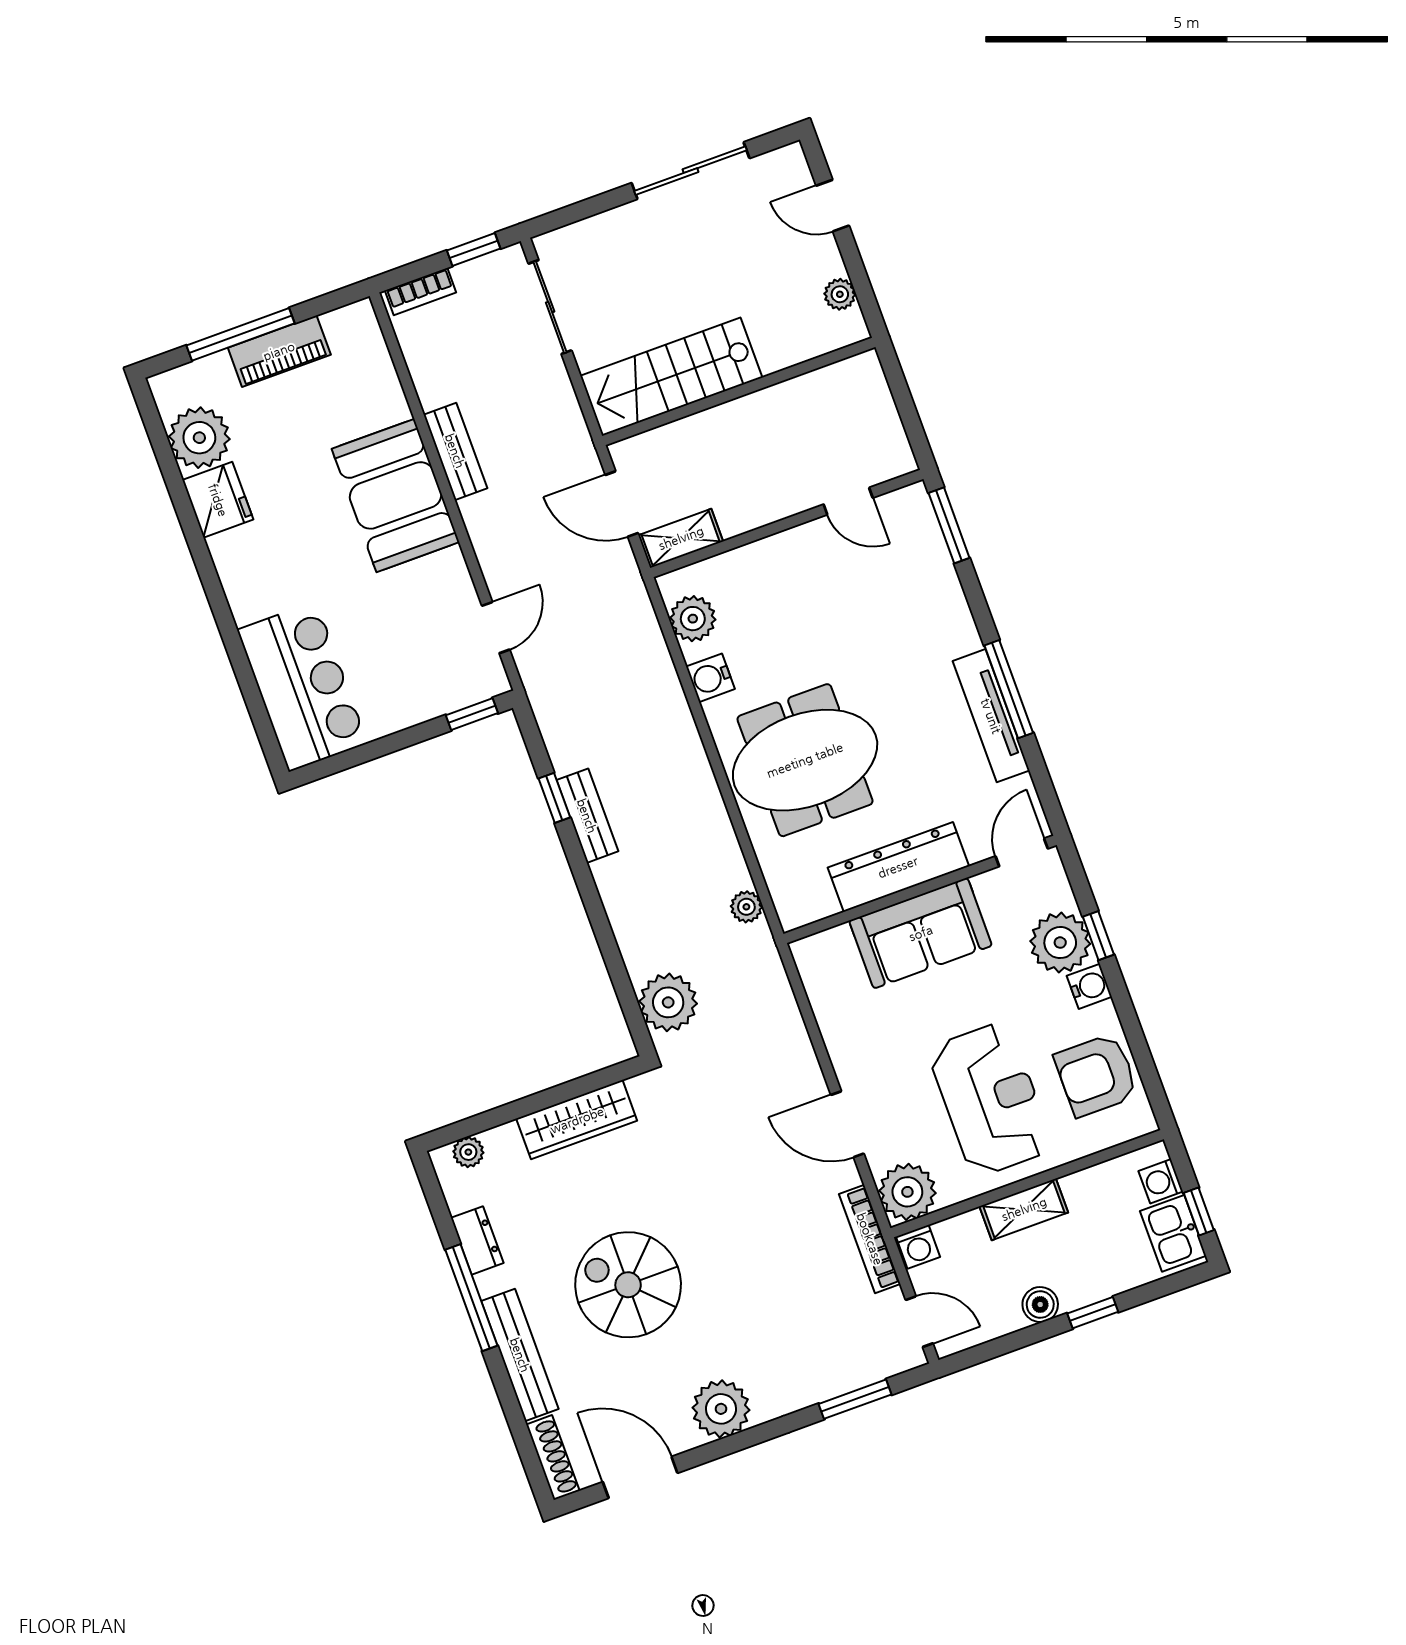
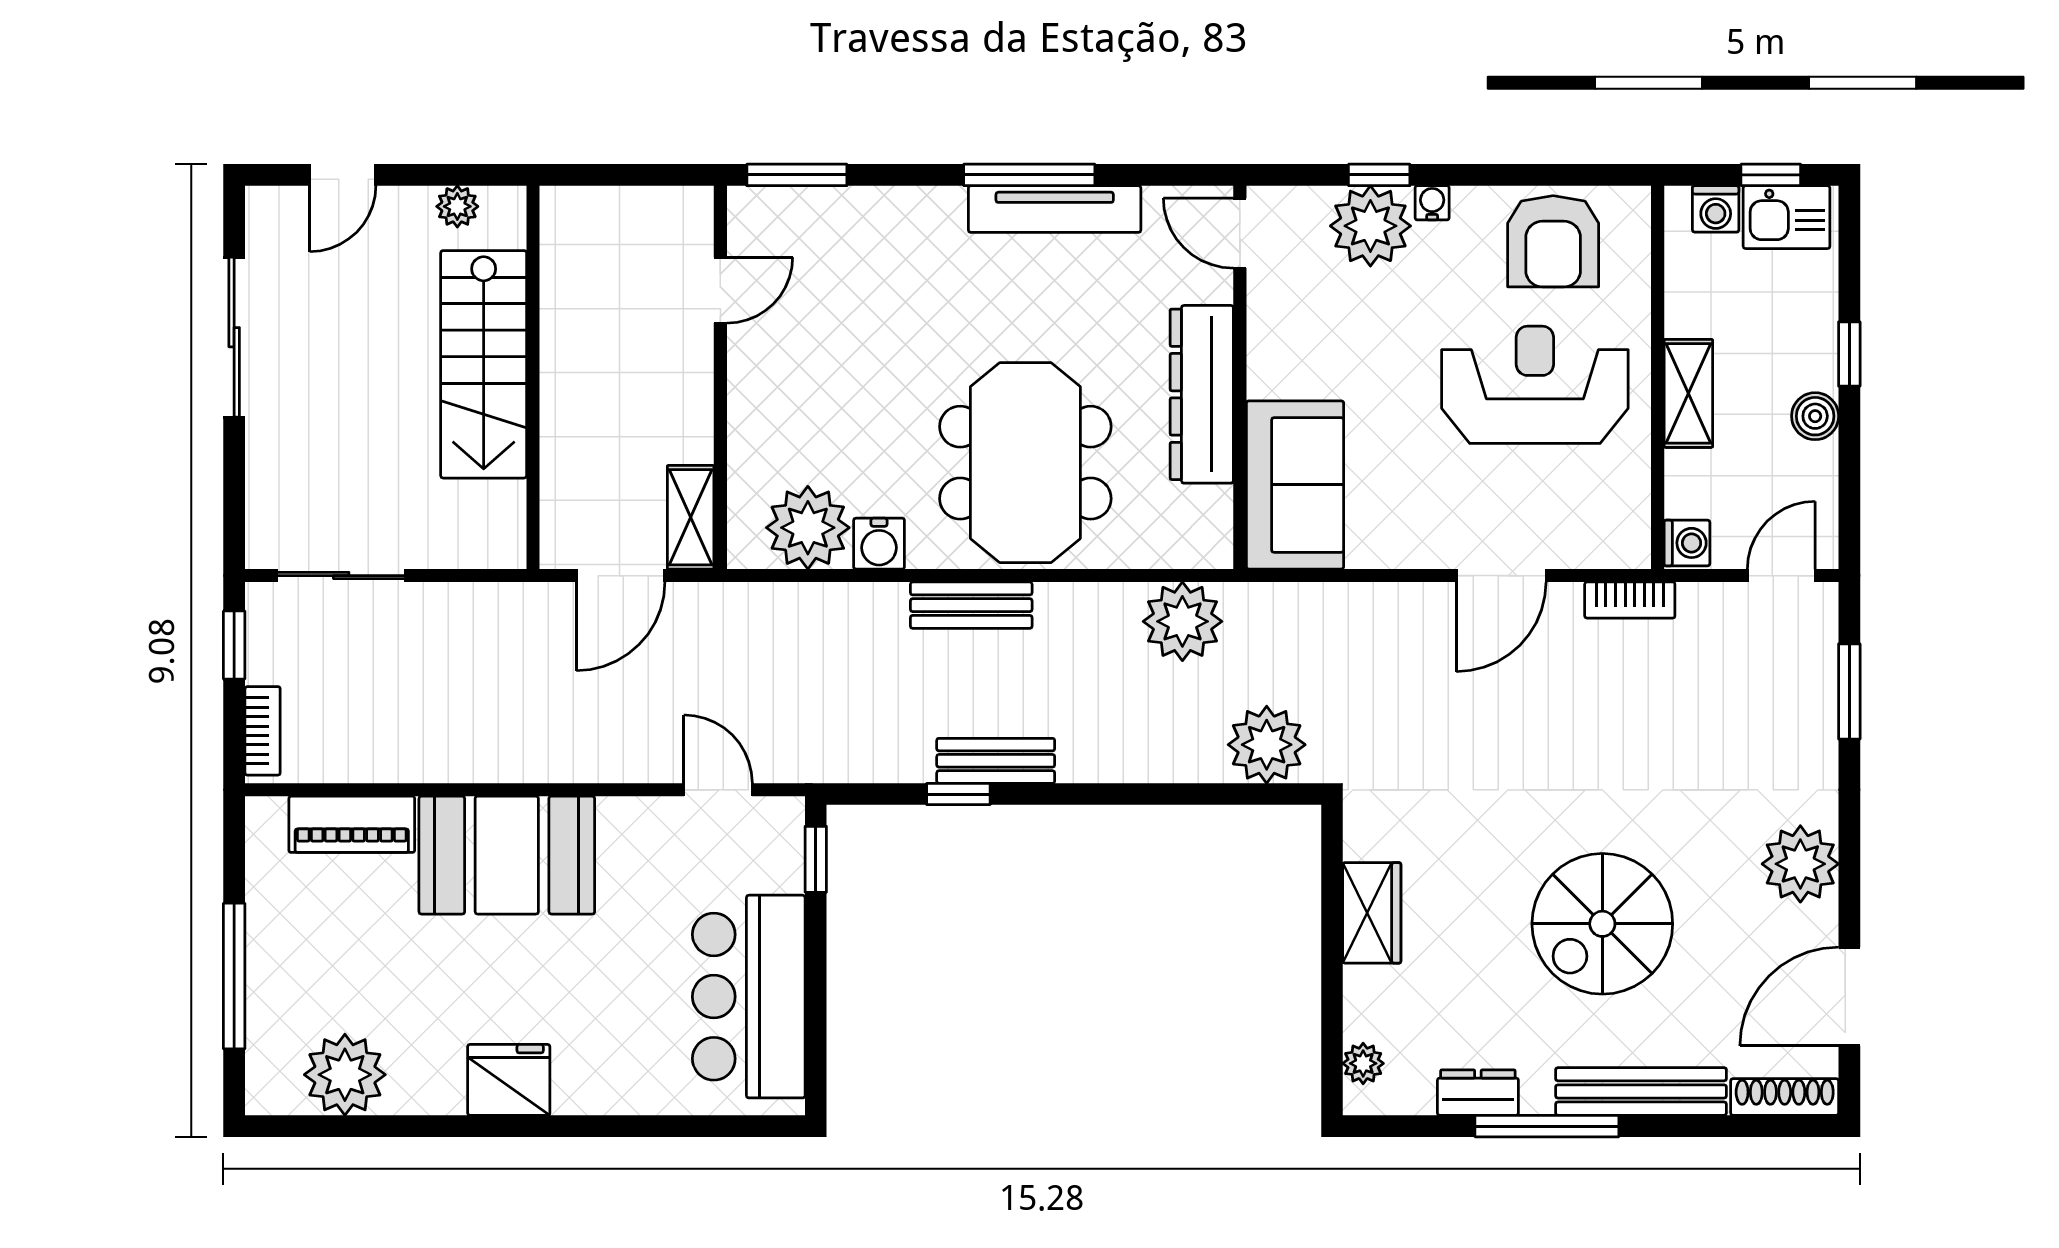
piano: (279, 351) -> (352, 824), moved, turned 90
stairs: (671, 377) -> (484, 364), moved
bench: (455, 451) -> (971, 605), moved
fridge: (218, 500) -> (509, 1080), moved
plant: (693, 619) -> (808, 528), width x1.36, depth x1.36
bar counter: (302, 686) -> (749, 997), moved, turned -90
plant: (746, 907) -> (1182, 621), width x1.88, depth x1.88
sofa: (921, 933) -> (1295, 485), moved
water cooler: (1089, 986) -> (1432, 203), width x0.72, depth x0.72
wardrobe: (577, 1120) -> (1372, 913), width x0.67
plant: (907, 1192) -> (1613, 531), removed
bookcase: (870, 1239) -> (1630, 600), width x0.64

